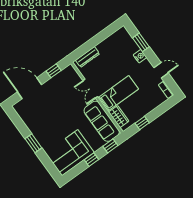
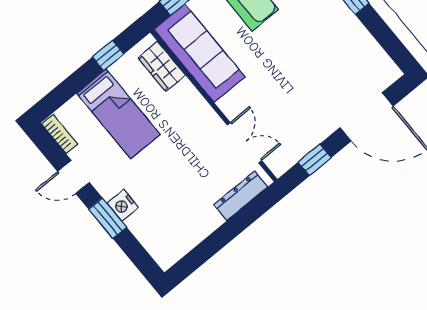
window: (141, 42) -> (108, 218), moved
double door: (90, 89) -> (244, 143), moved
bed: (118, 93) -> (118, 114), moved, turned -90

